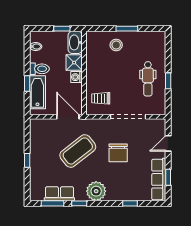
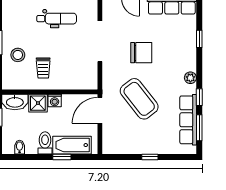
trolley: (101, 98) -> (43, 68), moved
plant: (96, 191) -> (190, 78), width x0.53, depth x0.53
row of seats: (59, 194) -> (188, 120), width x1.48

